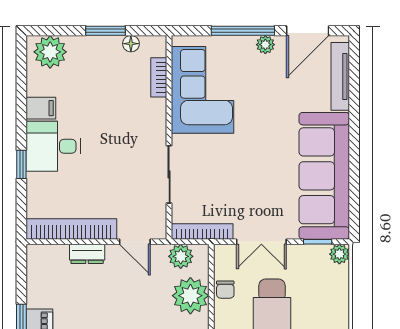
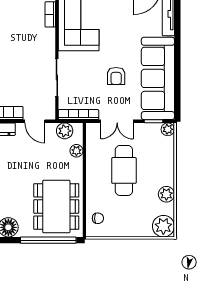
armchair: (260, 172) -> (116, 76), added
chair: (225, 290) -> (94, 152), removed
plant: (190, 296) -> (76, 151), width x0.53, depth x0.53

